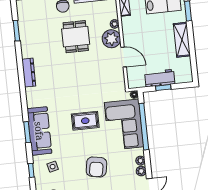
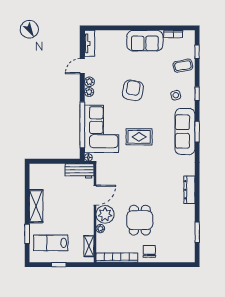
door: (124, 57) -> (95, 195), swing flipped
workbench: (160, 78) -> (79, 171), moved
window: (163, 88) -> (59, 161), removed

